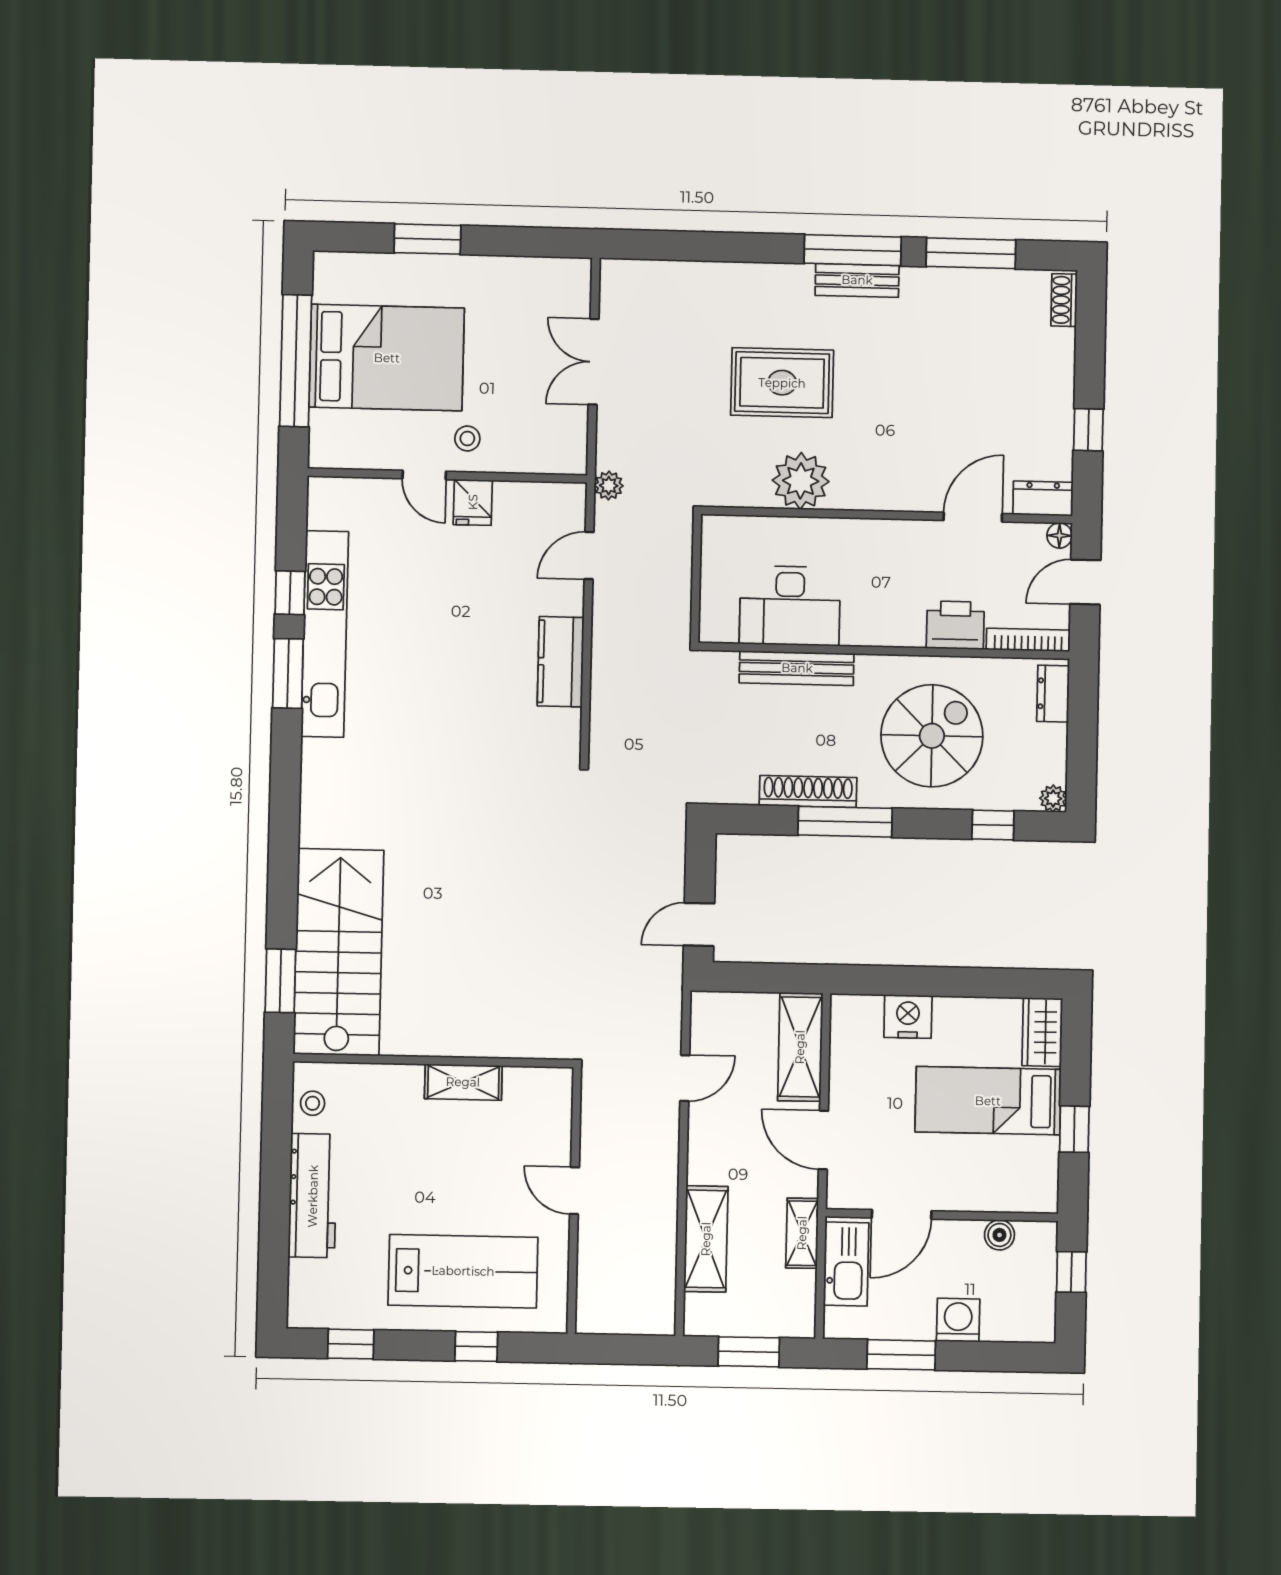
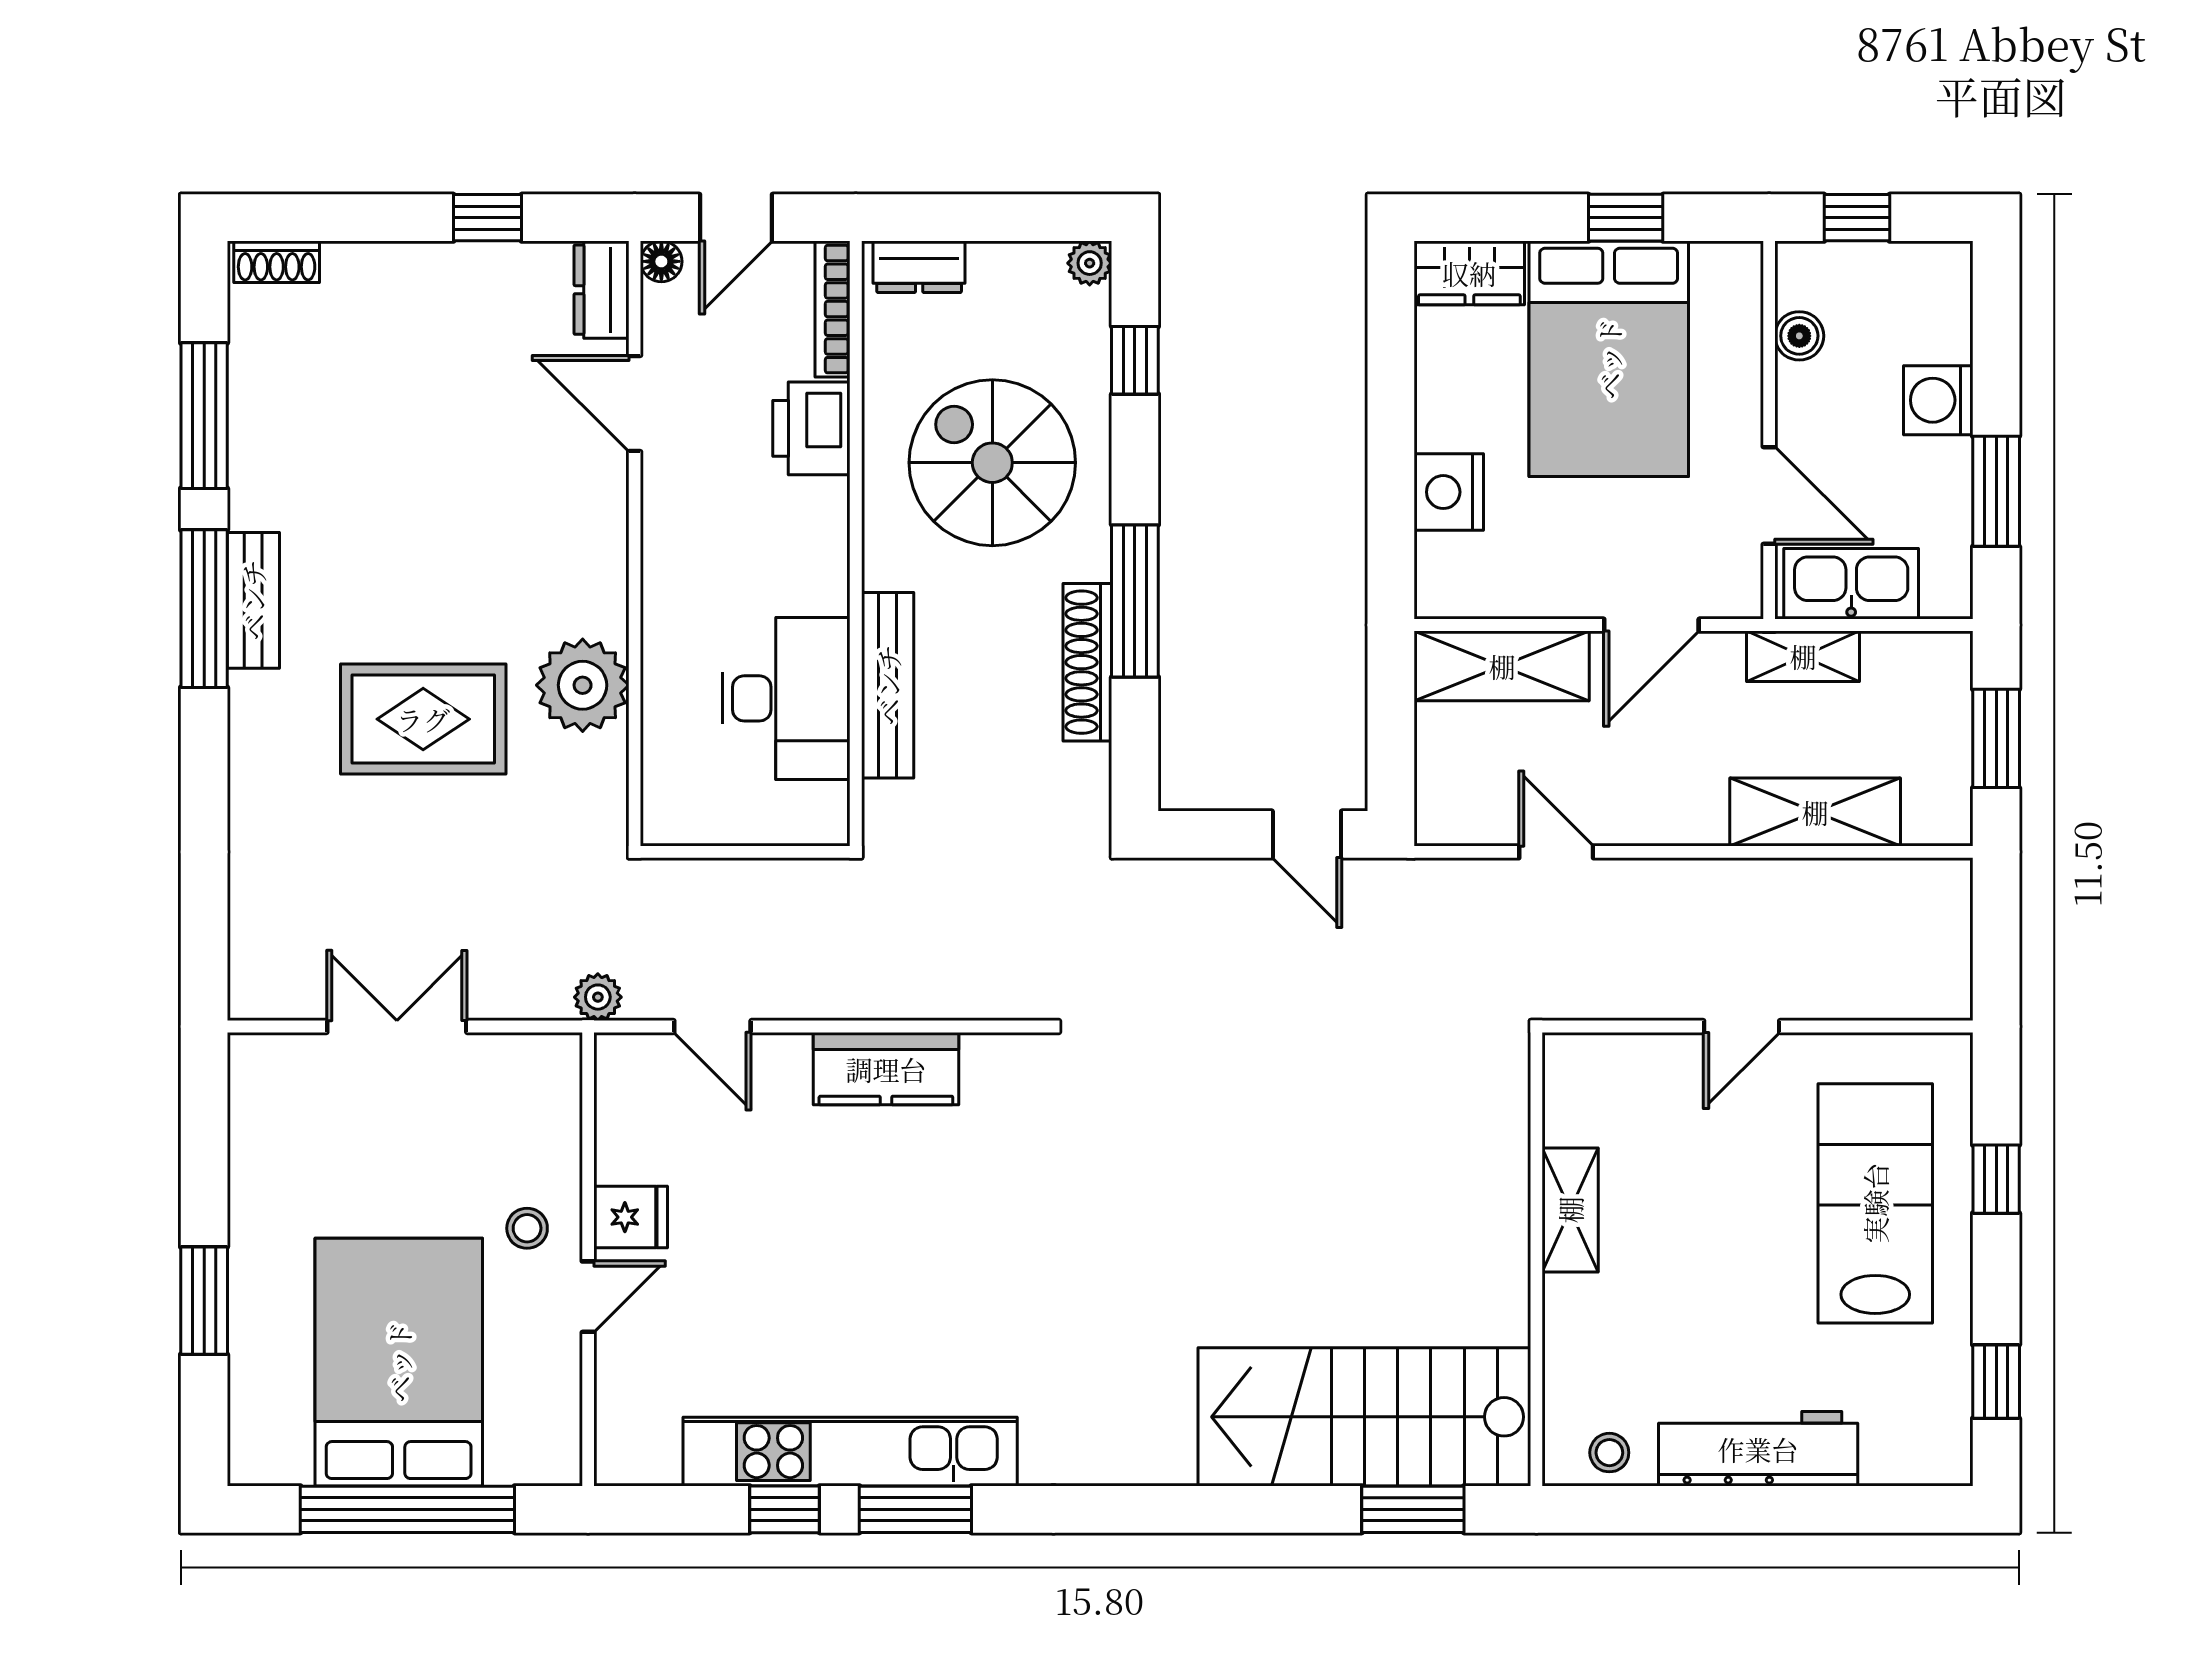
double door: (593, 362) -> (397, 1026), swing flipped
rug: (782, 383) -> (423, 719), turned 90
door: (1085, 582) -> (736, 218), hinge flipped
bed: (988, 1101) -> (1609, 359), width x1.50

